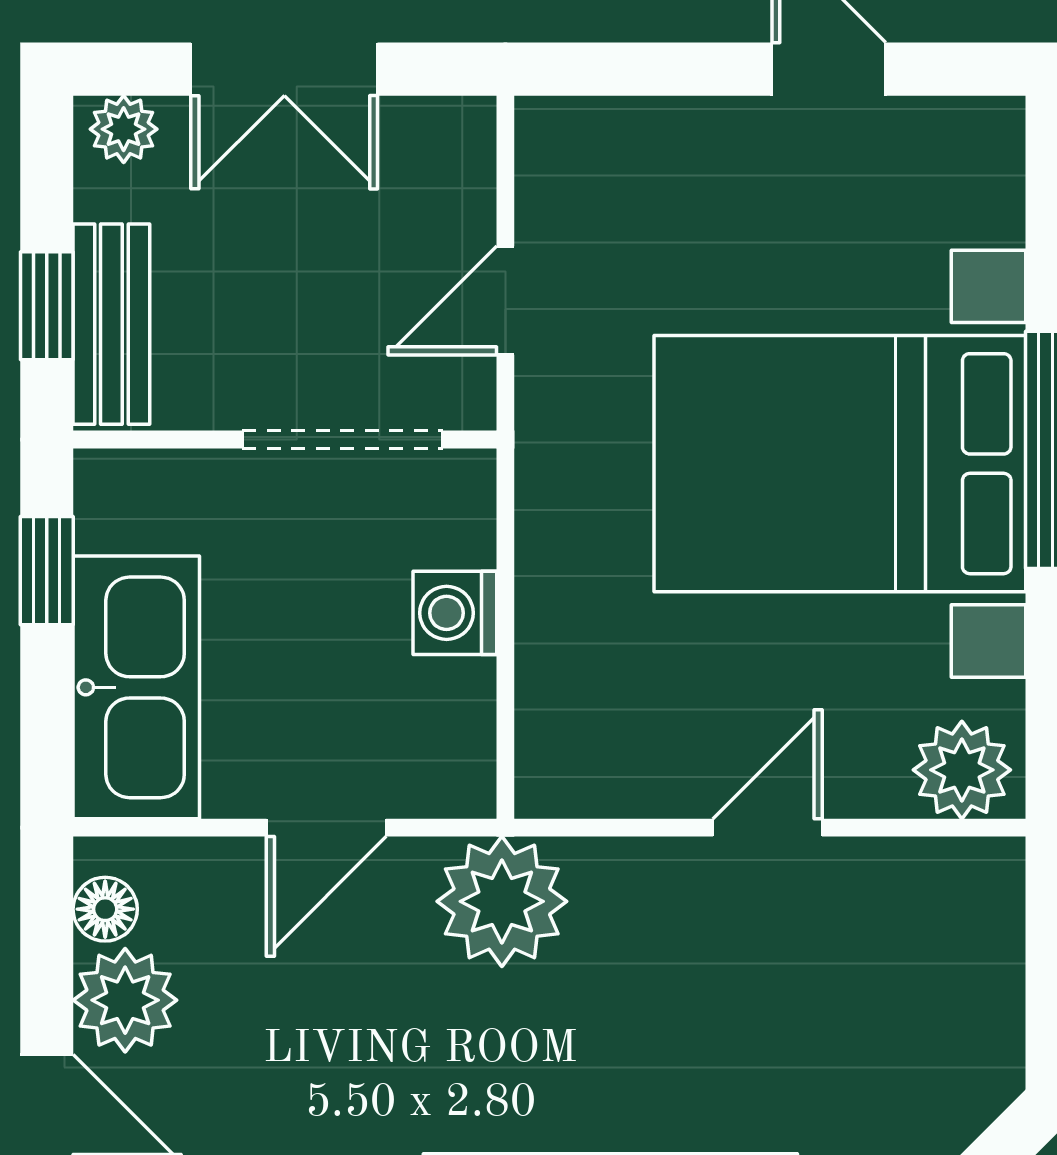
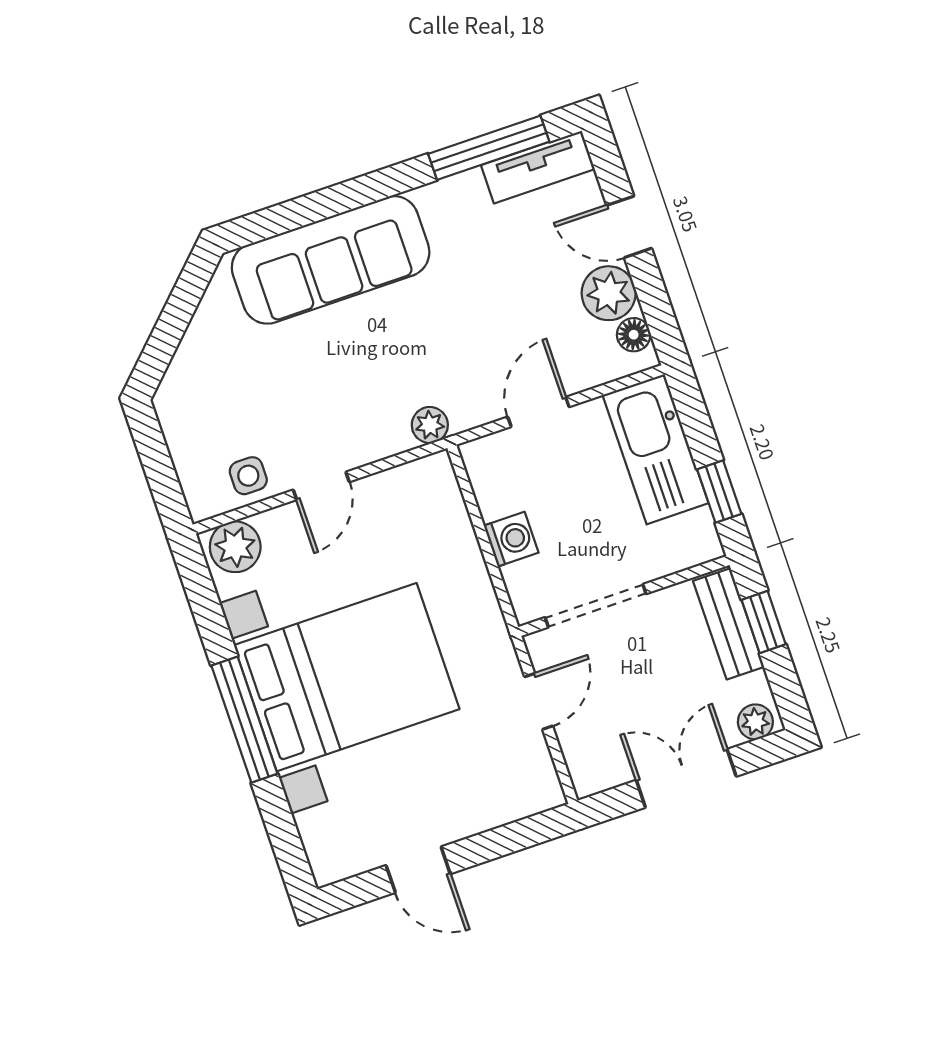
side table: (894, 891) -> (248, 476), added
plant: (502, 901) -> (430, 425), width x0.53, depth x0.53

